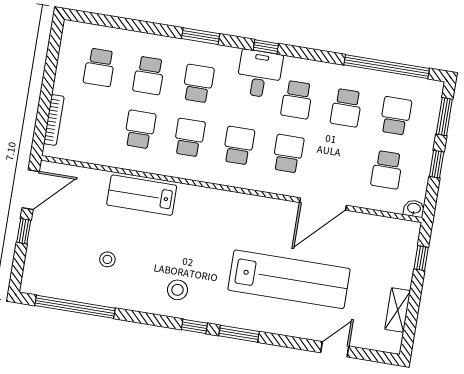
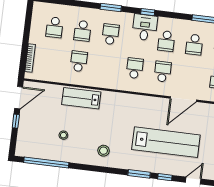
school desk: (189, 137) -> (107, 65), removed
window: (194, 326) -> (165, 177), moved

